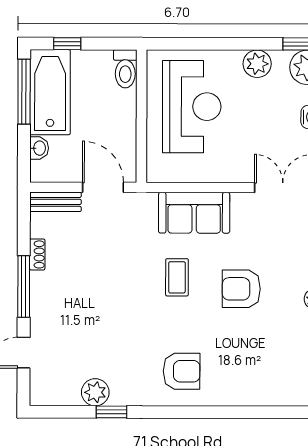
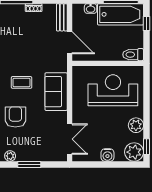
reception desk: (192, 107) -> (113, 90), turned 180
door: (103, 187) -> (70, 43), hinge flipped

